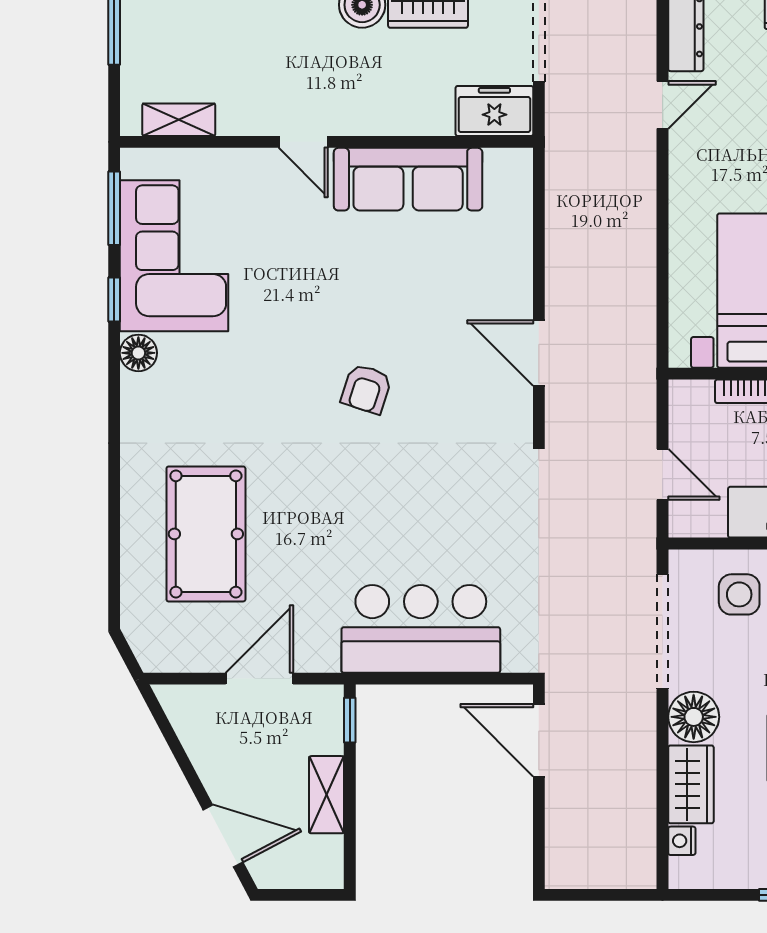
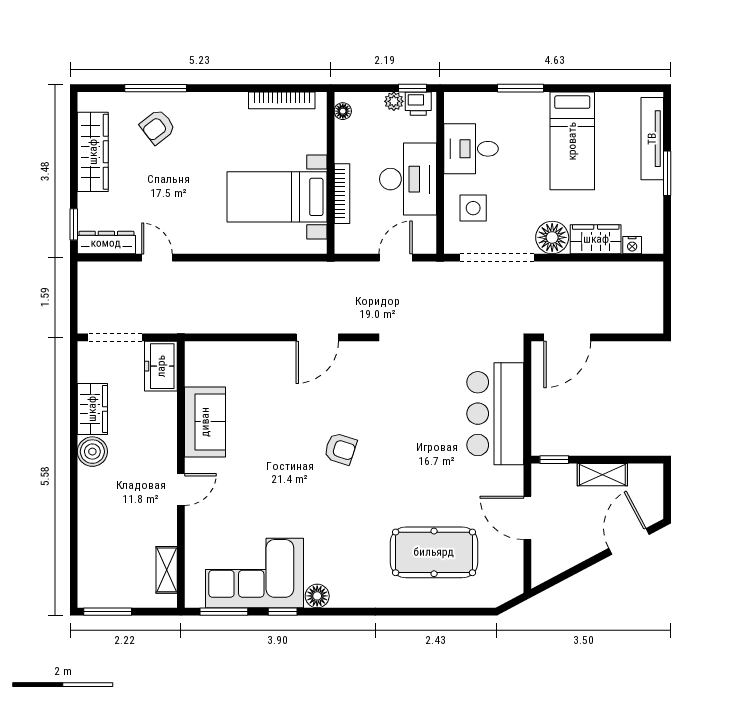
sofa: (408, 179) -> (205, 422), width x0.73

